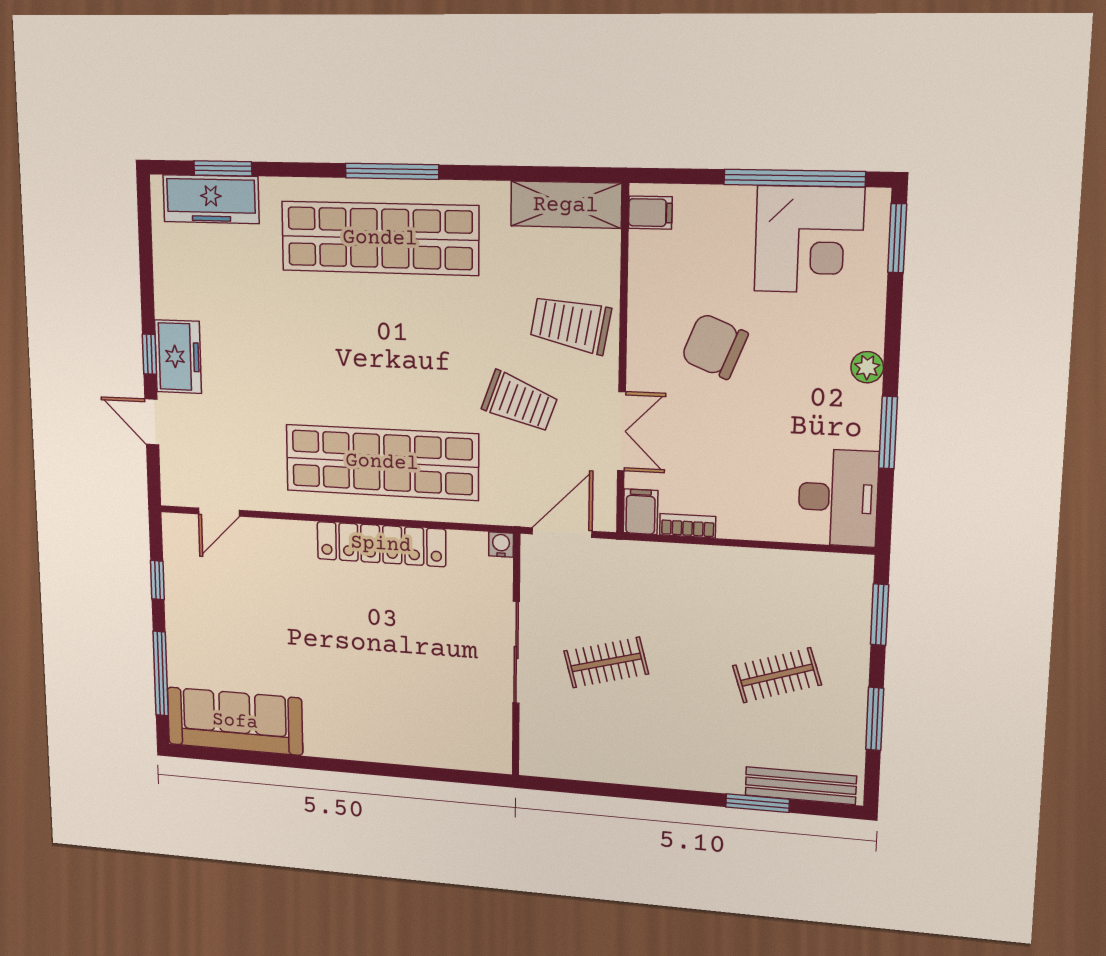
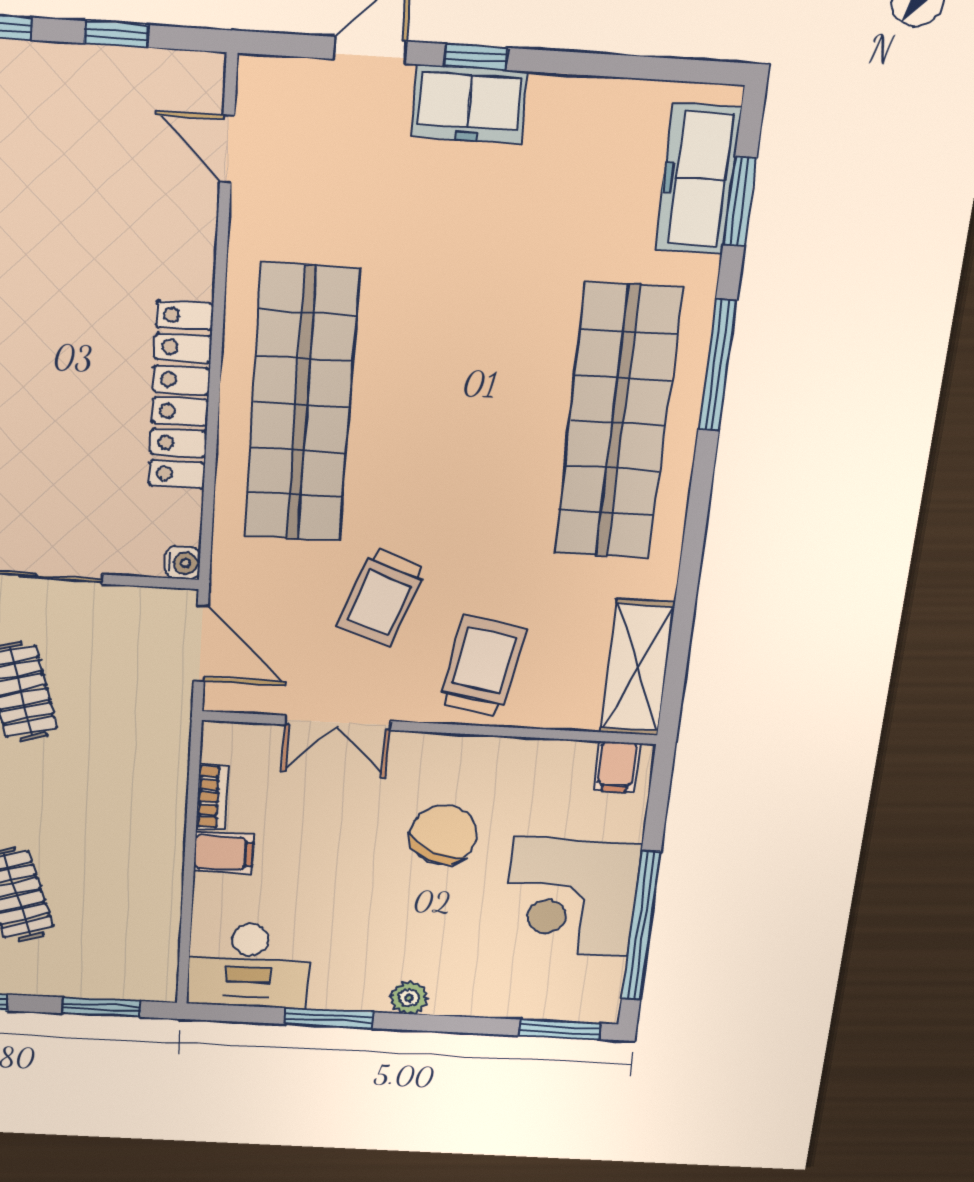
window: (392, 171) -> (717, 365), moved
corner desk: (809, 240) -> (572, 897), moved
filing cabinet: (640, 512) -> (224, 853), moved

